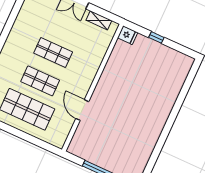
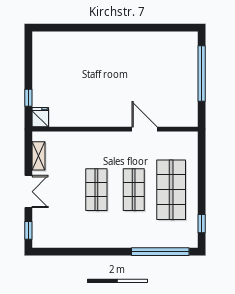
window: (156, 37) -> (28, 98), moved
door: (82, 110) -> (145, 129), swing flipped

